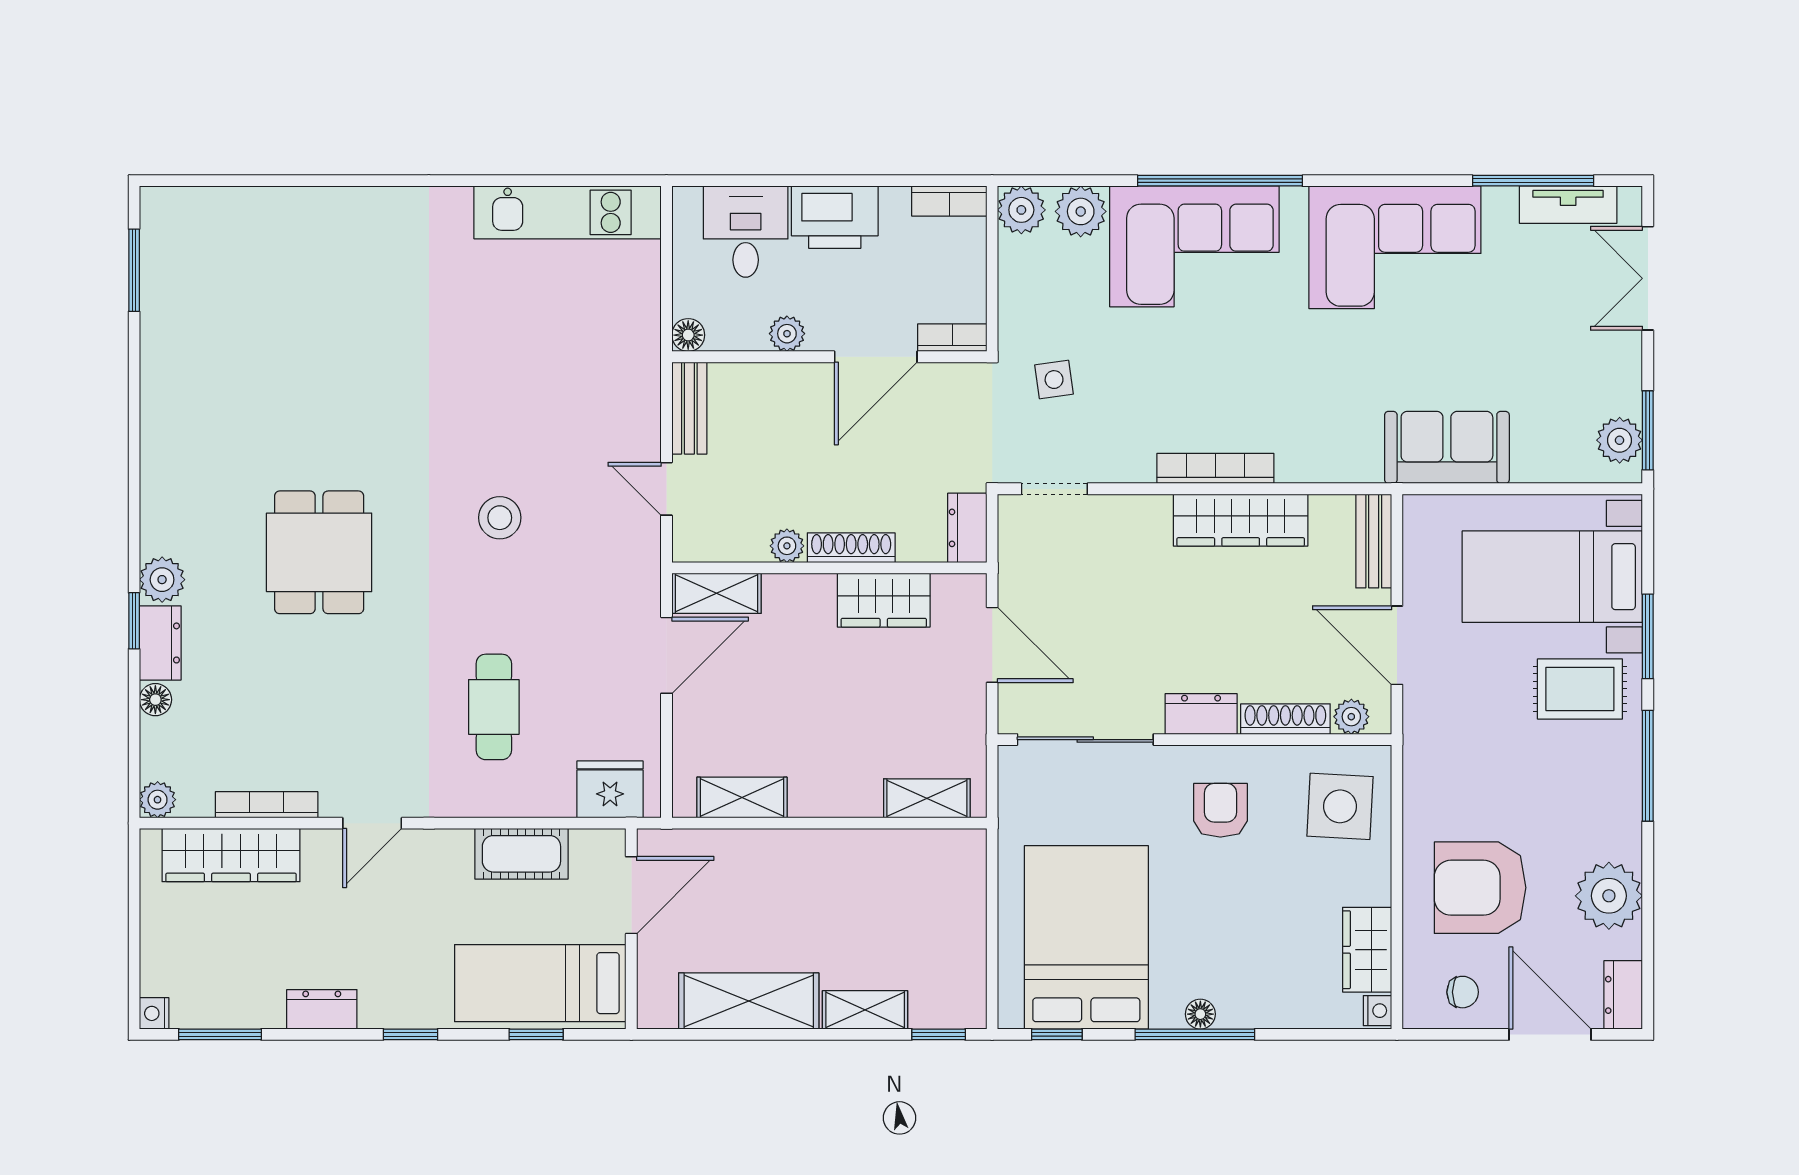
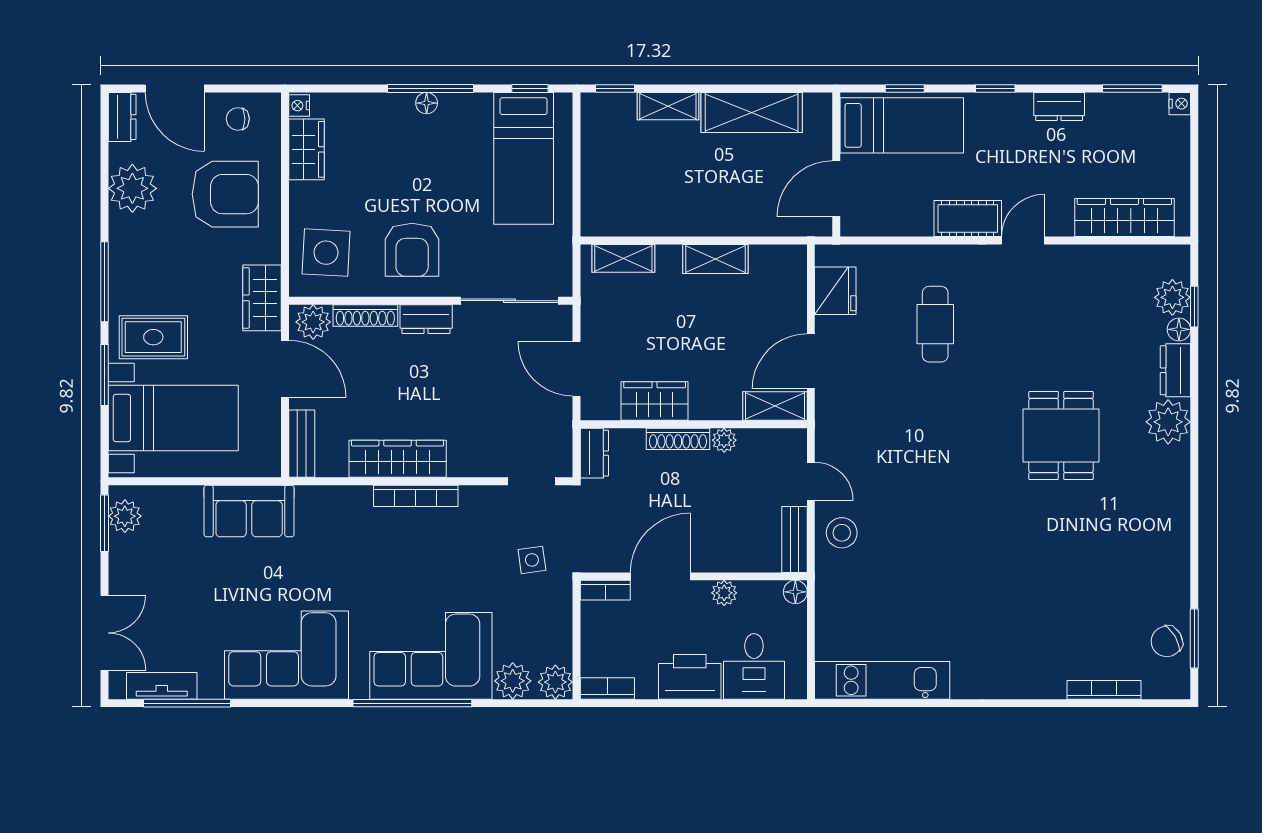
chair: (172, 266) -> (1167, 641), added
stool: (500, 518) -> (842, 533), moved
plant: (162, 580) -> (1168, 422), width x1.36, depth x1.36
window: (134, 621) -> (1194, 307), moved
plant: (1351, 717) -> (313, 322), width x1.38, depth x1.38
wardrobe: (1429, 744) -> (262, 298), added
fridge: (610, 789) -> (835, 291), moved, turned -90
shelving: (742, 798) -> (715, 259), moved
plant: (158, 800) -> (1172, 297), moved, width x1.38, depth x1.38
bookcase: (267, 805) -> (1104, 690), moved, turned 180
armchair: (1220, 810) -> (412, 250), width x1.38, depth x1.38
cot: (521, 854) -> (968, 218), moved
bed: (1086, 937) -> (524, 158), width x0.67

